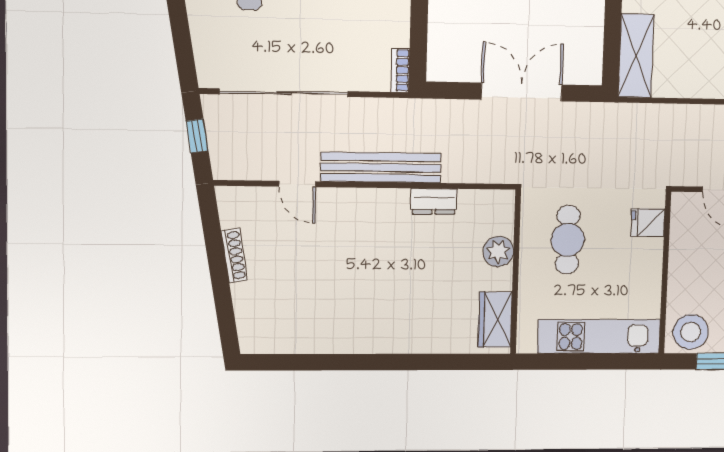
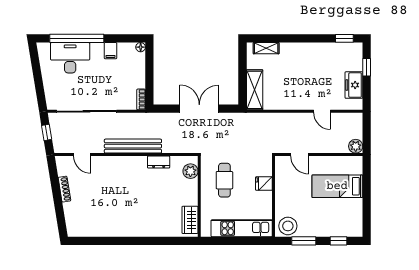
door: (297, 184) -> (82, 155), moved
fridge: (648, 223) -> (264, 184), moved
plant: (498, 251) -> (190, 171), moved

